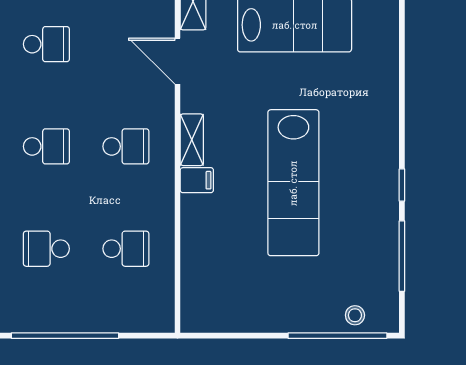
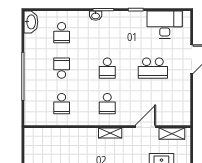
school desk: (46, 44) -> (153, 68), width x1.85
filing cabinet: (197, 180) -> (92, 135), removed

